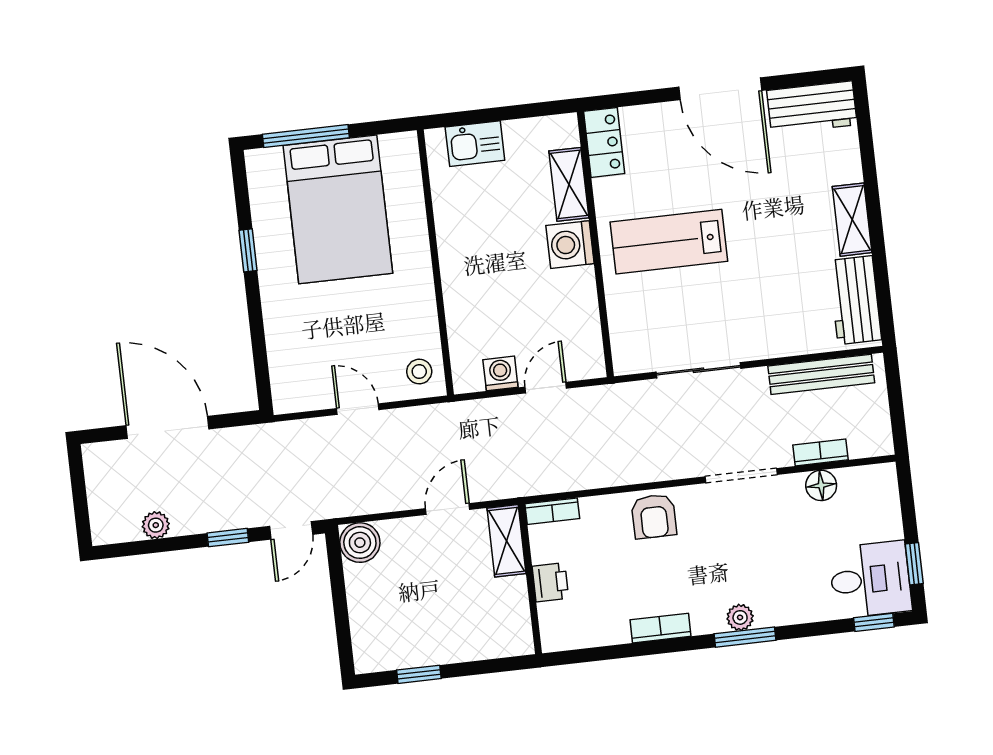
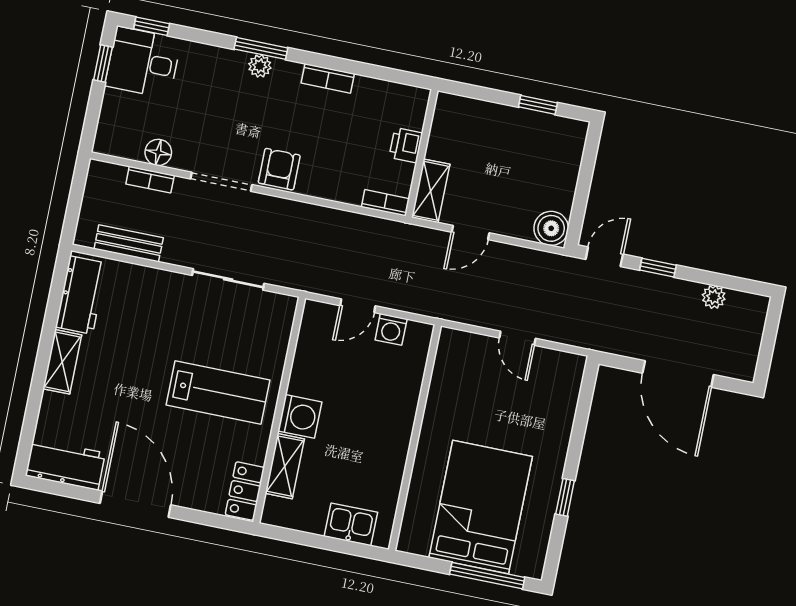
stool: (419, 372) -> (457, 353), removed
bench: (821, 374) -> (129, 243), width x0.73
armchair: (654, 516) -> (279, 169), moved

